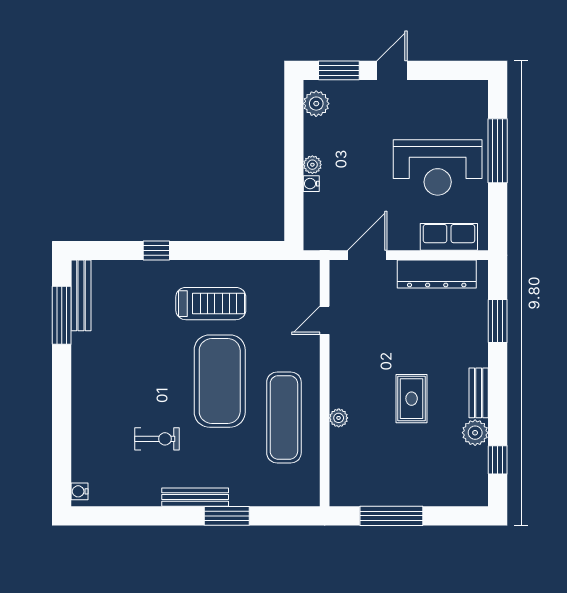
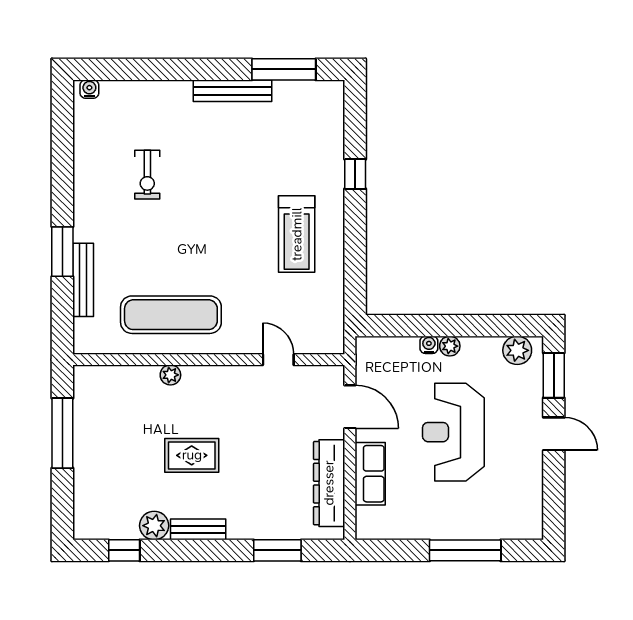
reception desk: (438, 167) -> (453, 432), moved
row of seats: (449, 237) -> (370, 474), moved
bench: (81, 295) -> (233, 91), moved
exercise mat: (220, 381) -> (211, 244), removed
bench: (195, 497) -> (83, 280), moved

